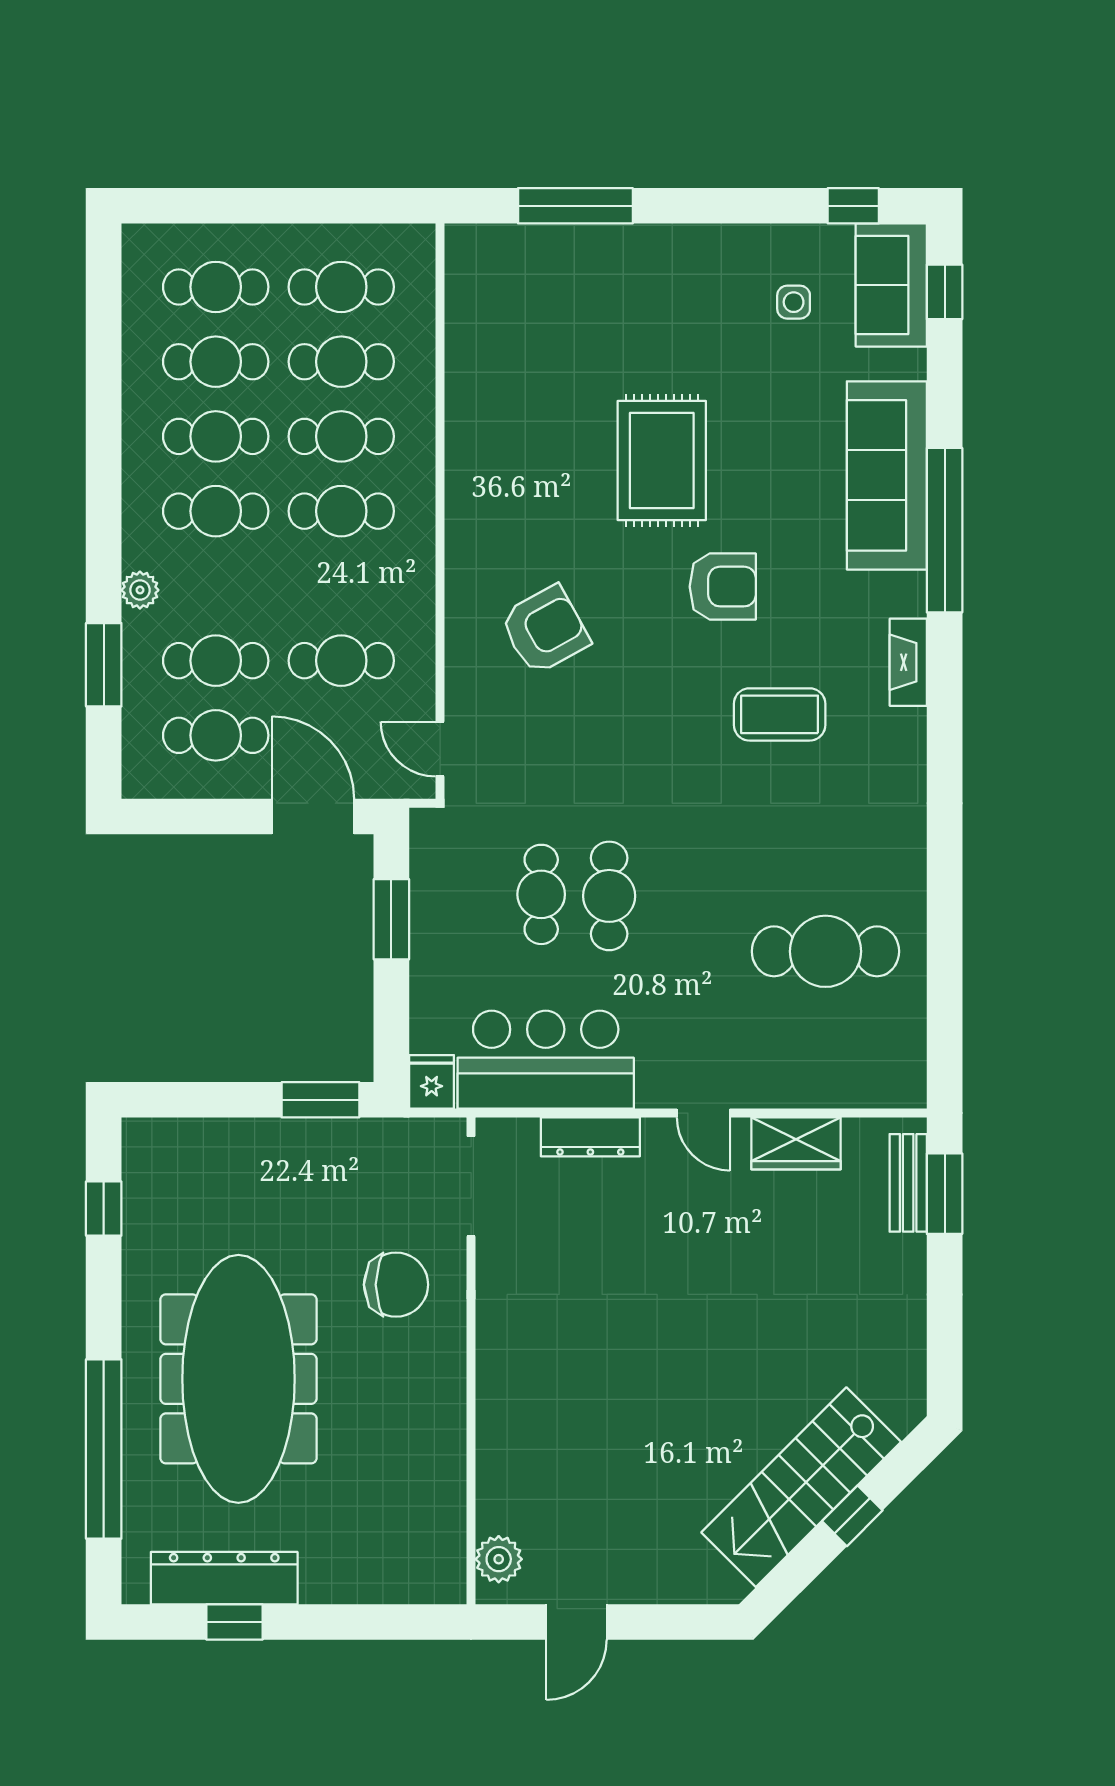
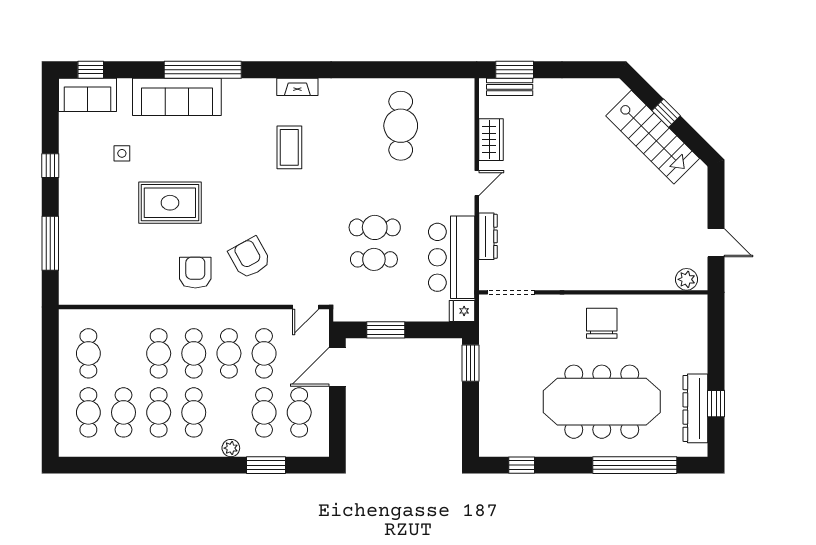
window: (853, 206) -> (50, 166), moved
side table: (794, 302) -> (122, 153), moved
cafe table: (341, 362) -> (229, 353), moved
armchair: (723, 587) -> (195, 273), moved
fireplace: (908, 662) -> (297, 87), moved
chair: (396, 1285) -> (602, 323), moved

